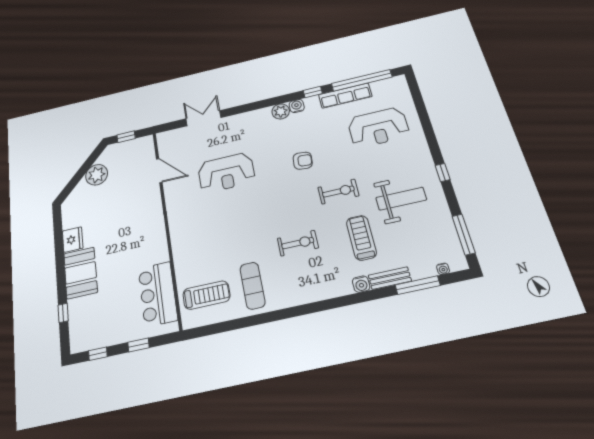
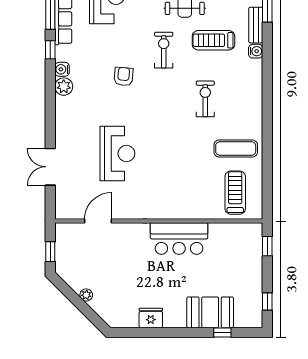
plant: (97, 175) -> (86, 295), width x0.53, depth x0.53
booth: (80, 273) -> (210, 312), moved
bar counter: (158, 294) -> (179, 238), moved
window: (138, 345) -> (267, 246), moved

